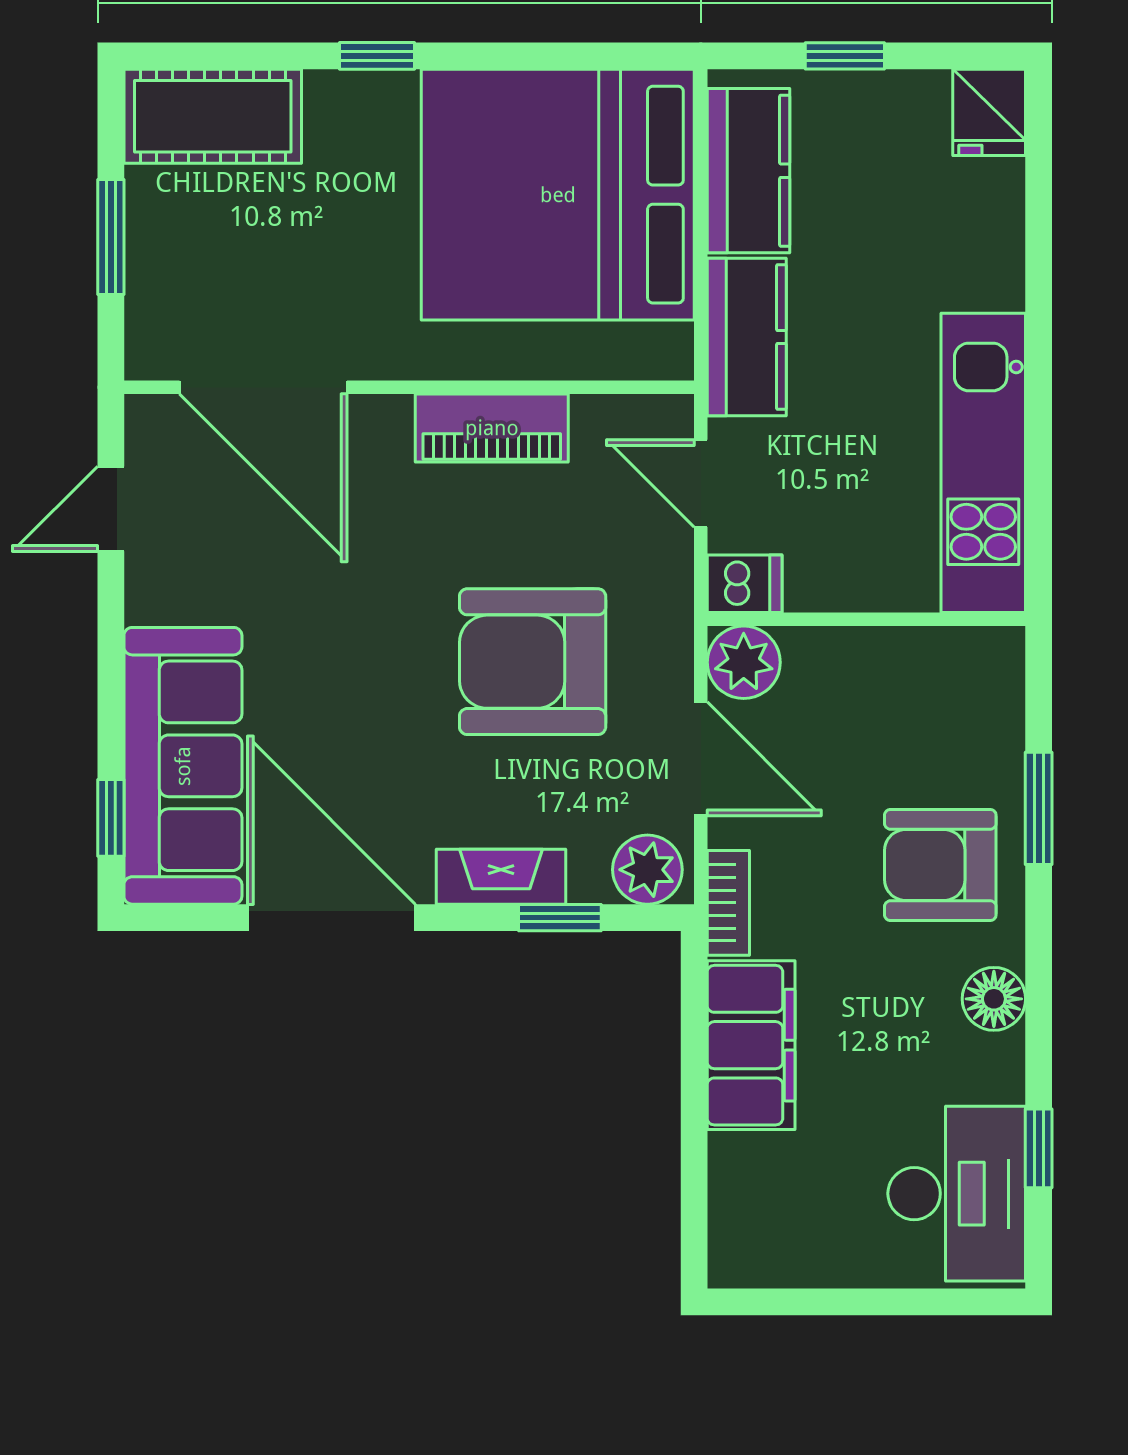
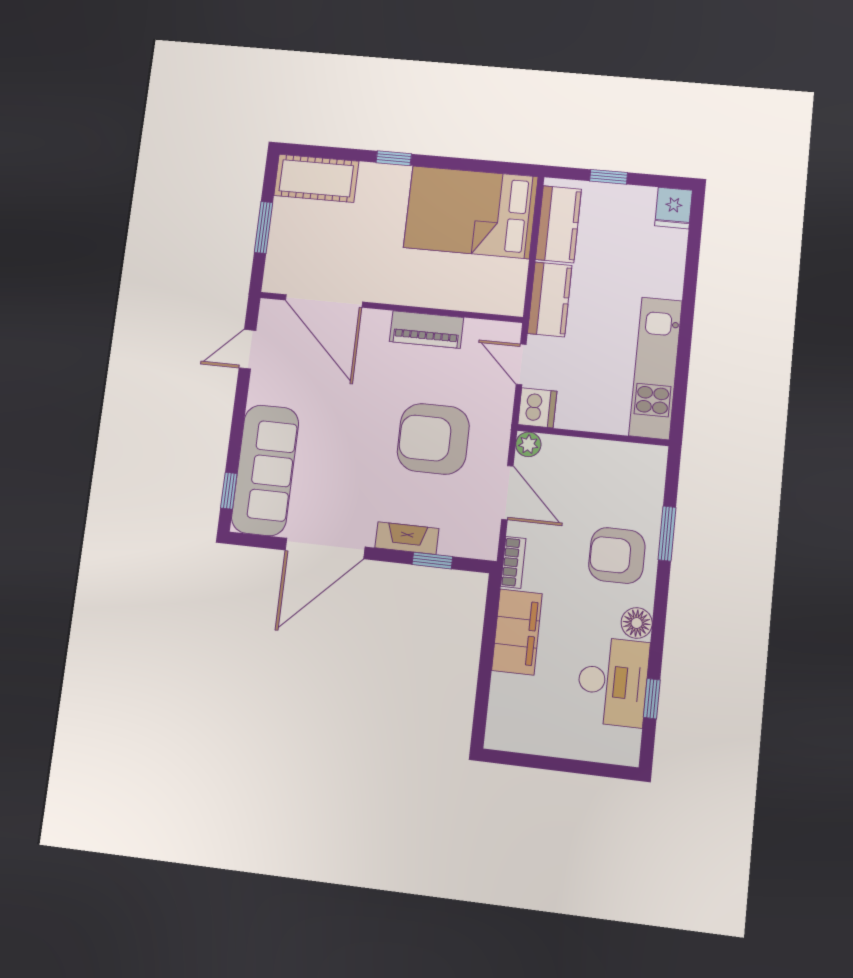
bed: (558, 195) -> (471, 212), width x0.73
dishwasher: (745, 584) -> (537, 408), width x1.38
plant: (744, 662) -> (528, 444), width x0.73, depth x0.73
plant: (647, 870) -> (476, 542), removed
door: (331, 918) -> (325, 549), swing flipped
desk: (957, 1194) -> (613, 682), moved

